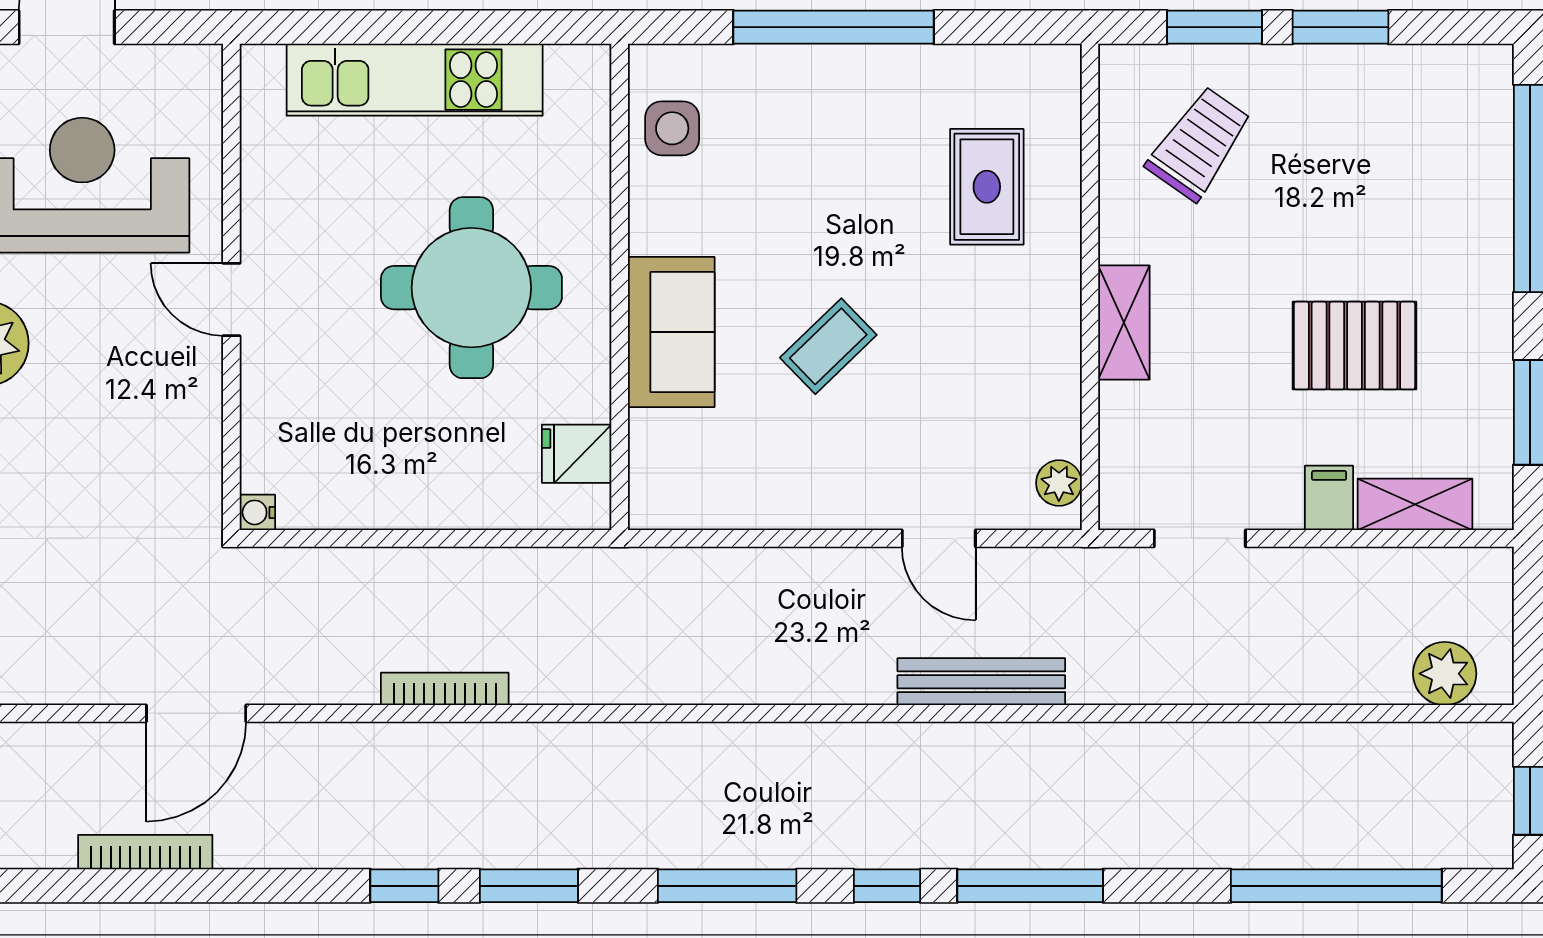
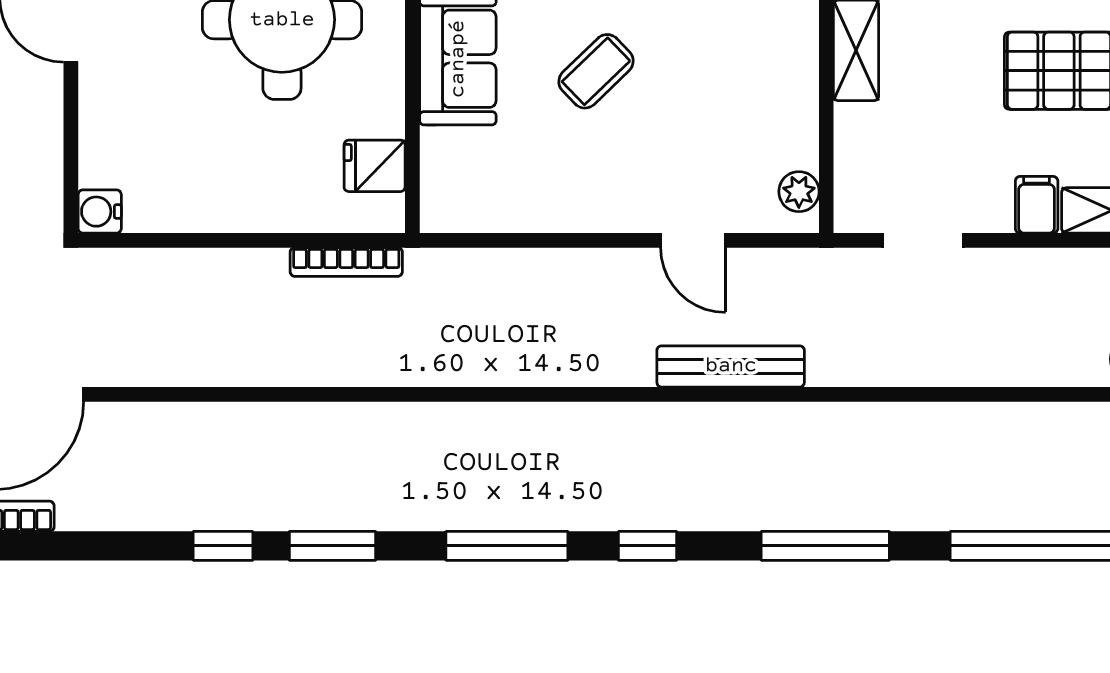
water cooler: (257, 512) -> (100, 212), width x1.38, depth x1.38
bookcase: (445, 689) -> (346, 262), moved, turned 180
window: (1030, 886) -> (825, 546), moved

